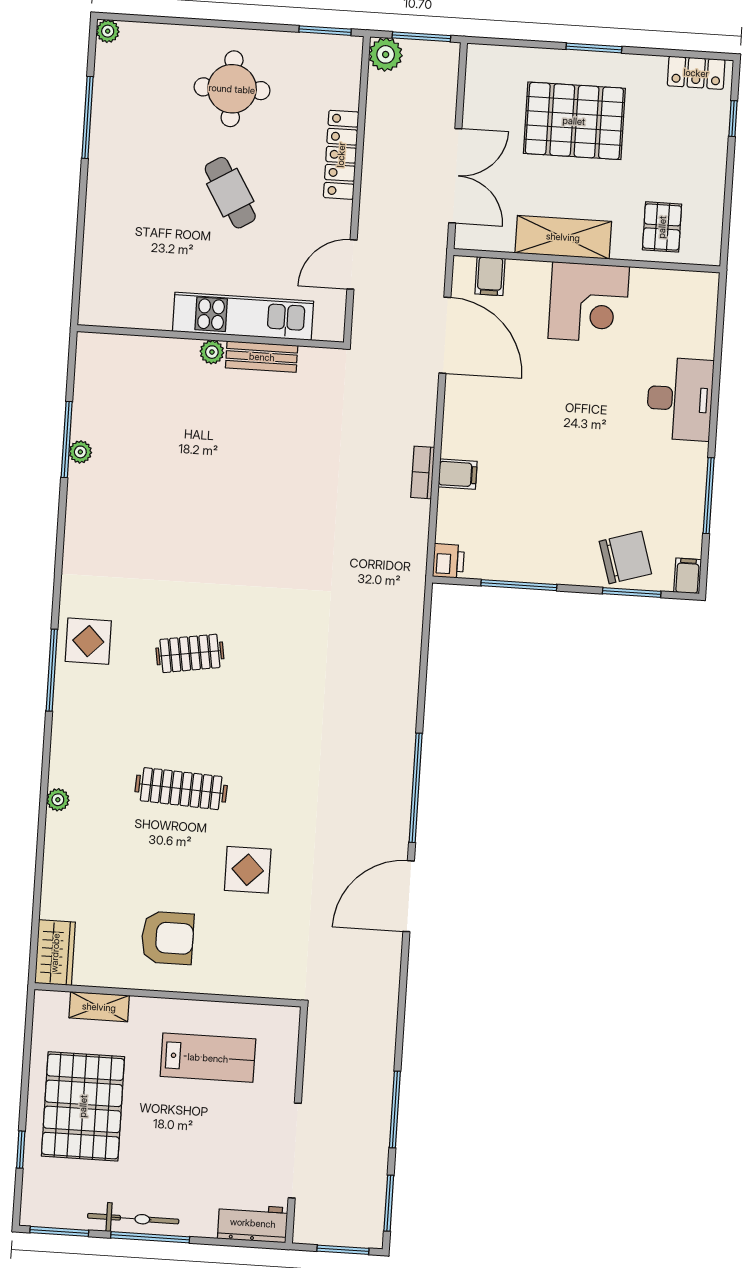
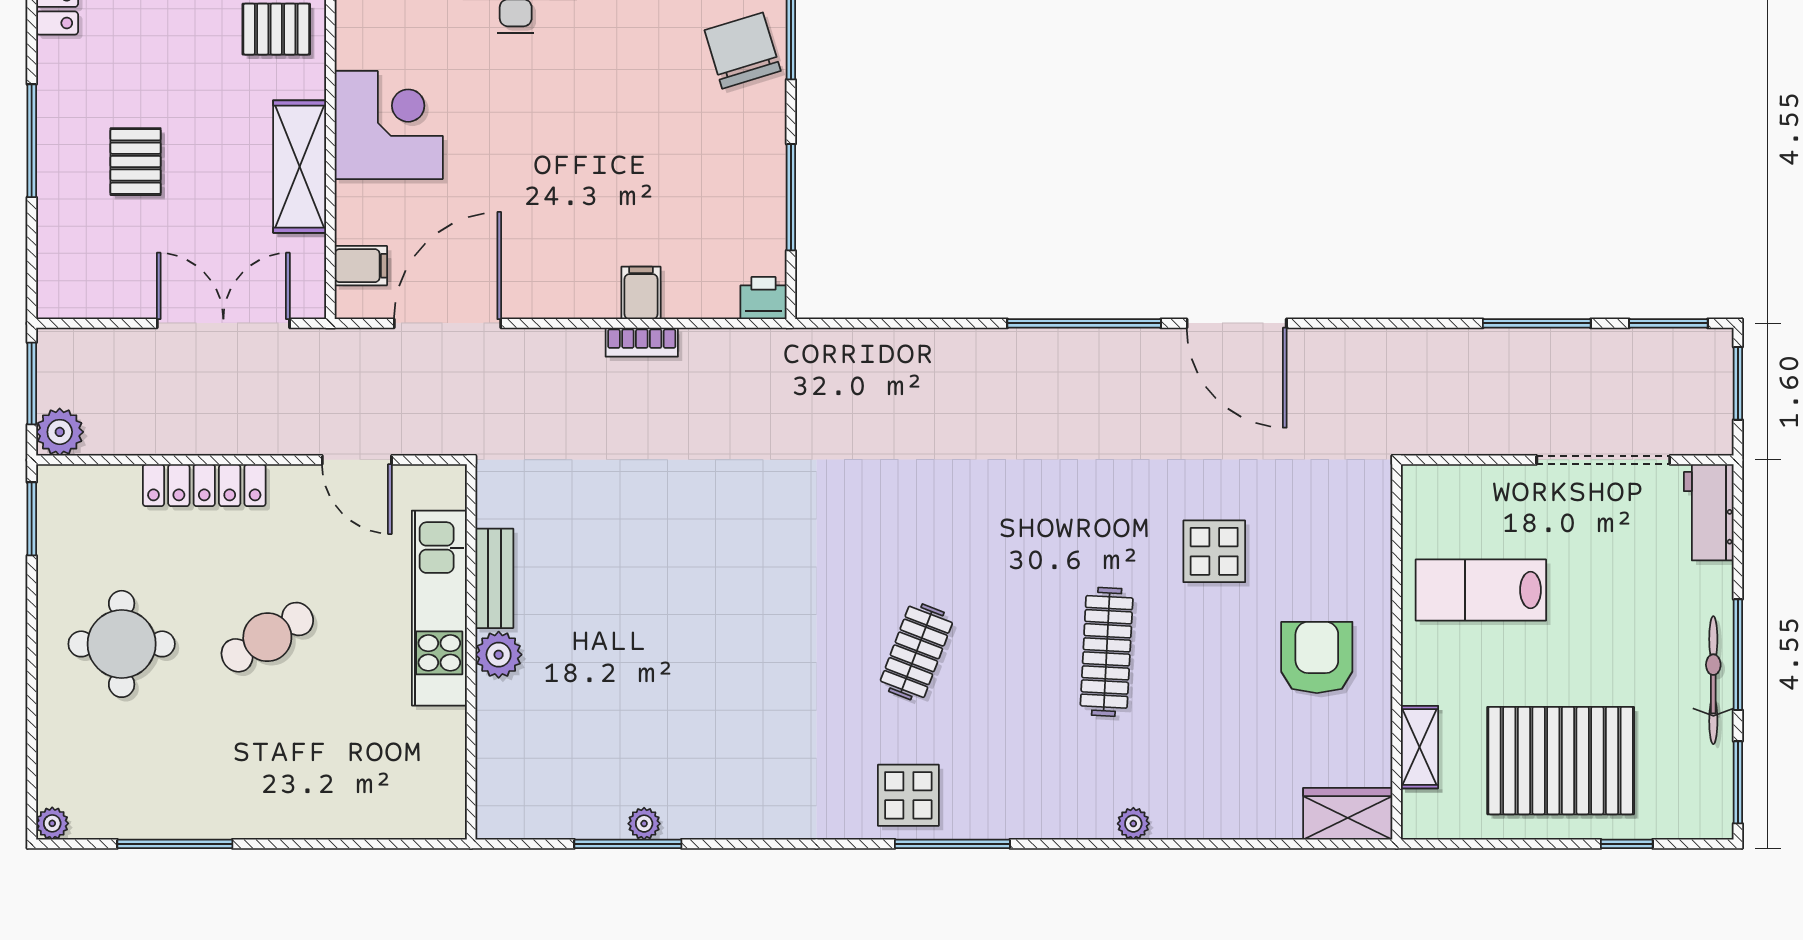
window: (594, 48) -> (32, 141), width x1.44
pallet: (574, 121) -> (136, 162), width x0.49, depth x0.50
plant: (212, 352) -> (499, 655), width x1.38, depth x1.38
clothes rail: (190, 653) -> (916, 652), turned 30
lab bench: (208, 1058) -> (1481, 590), turned -90

